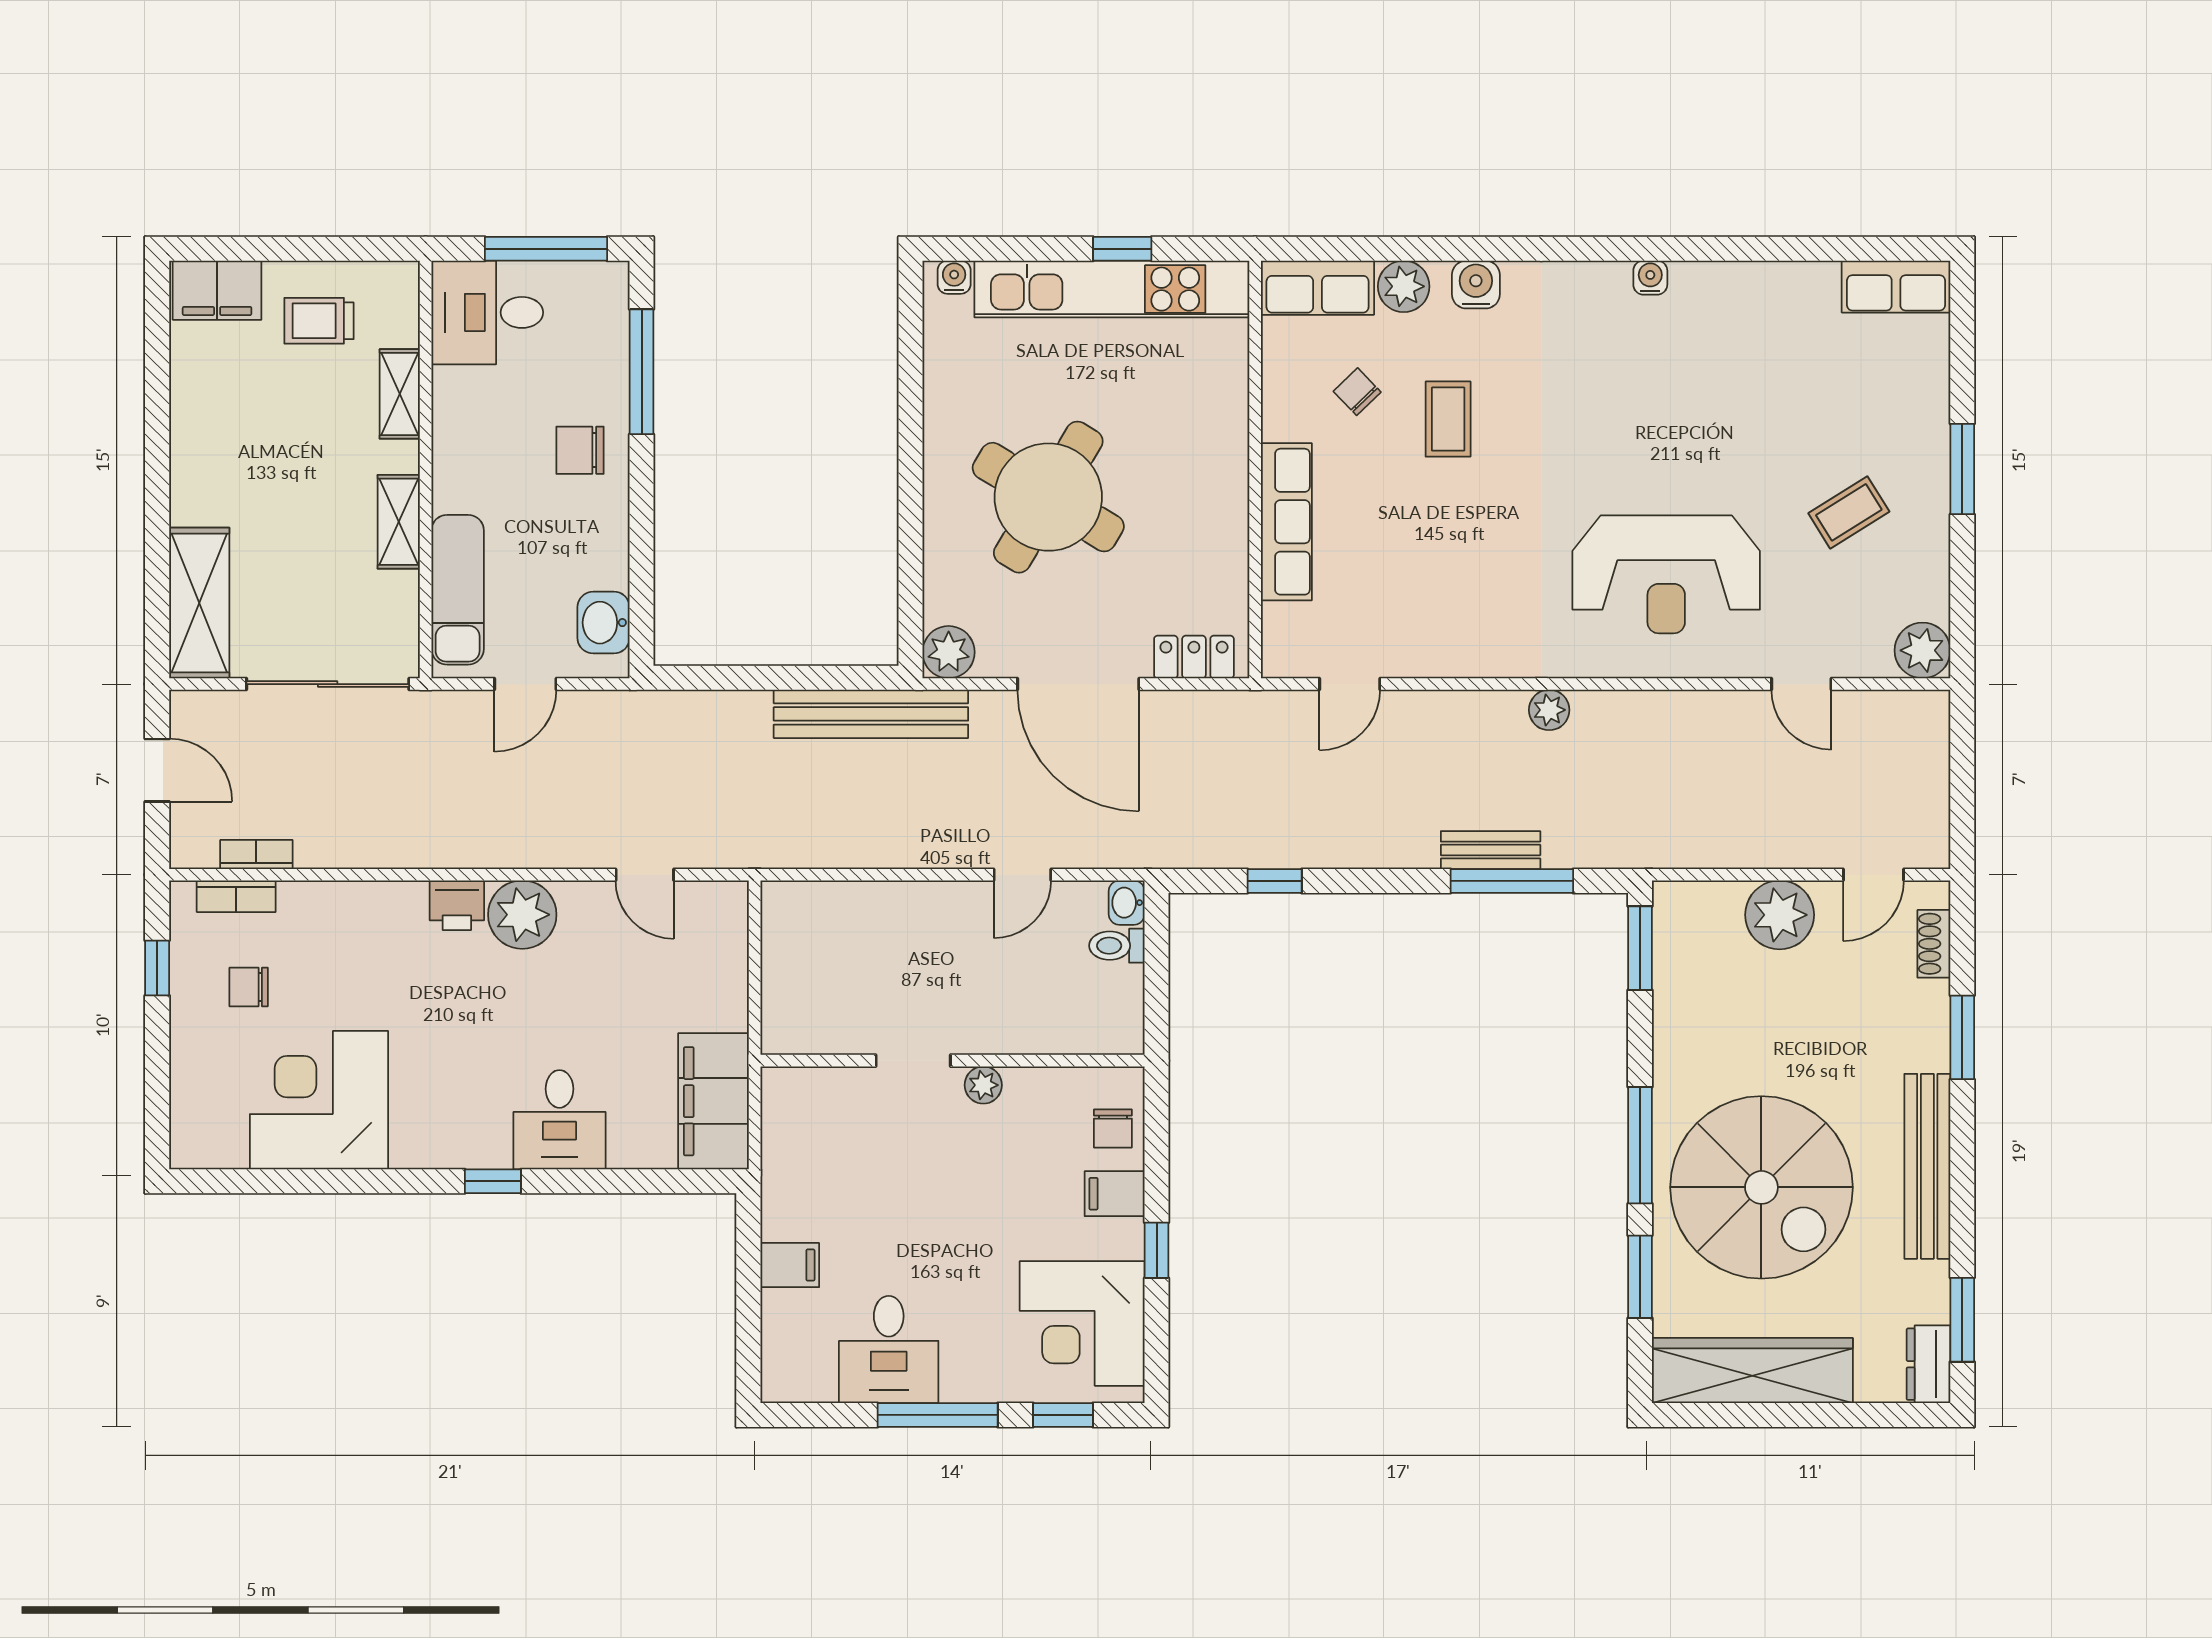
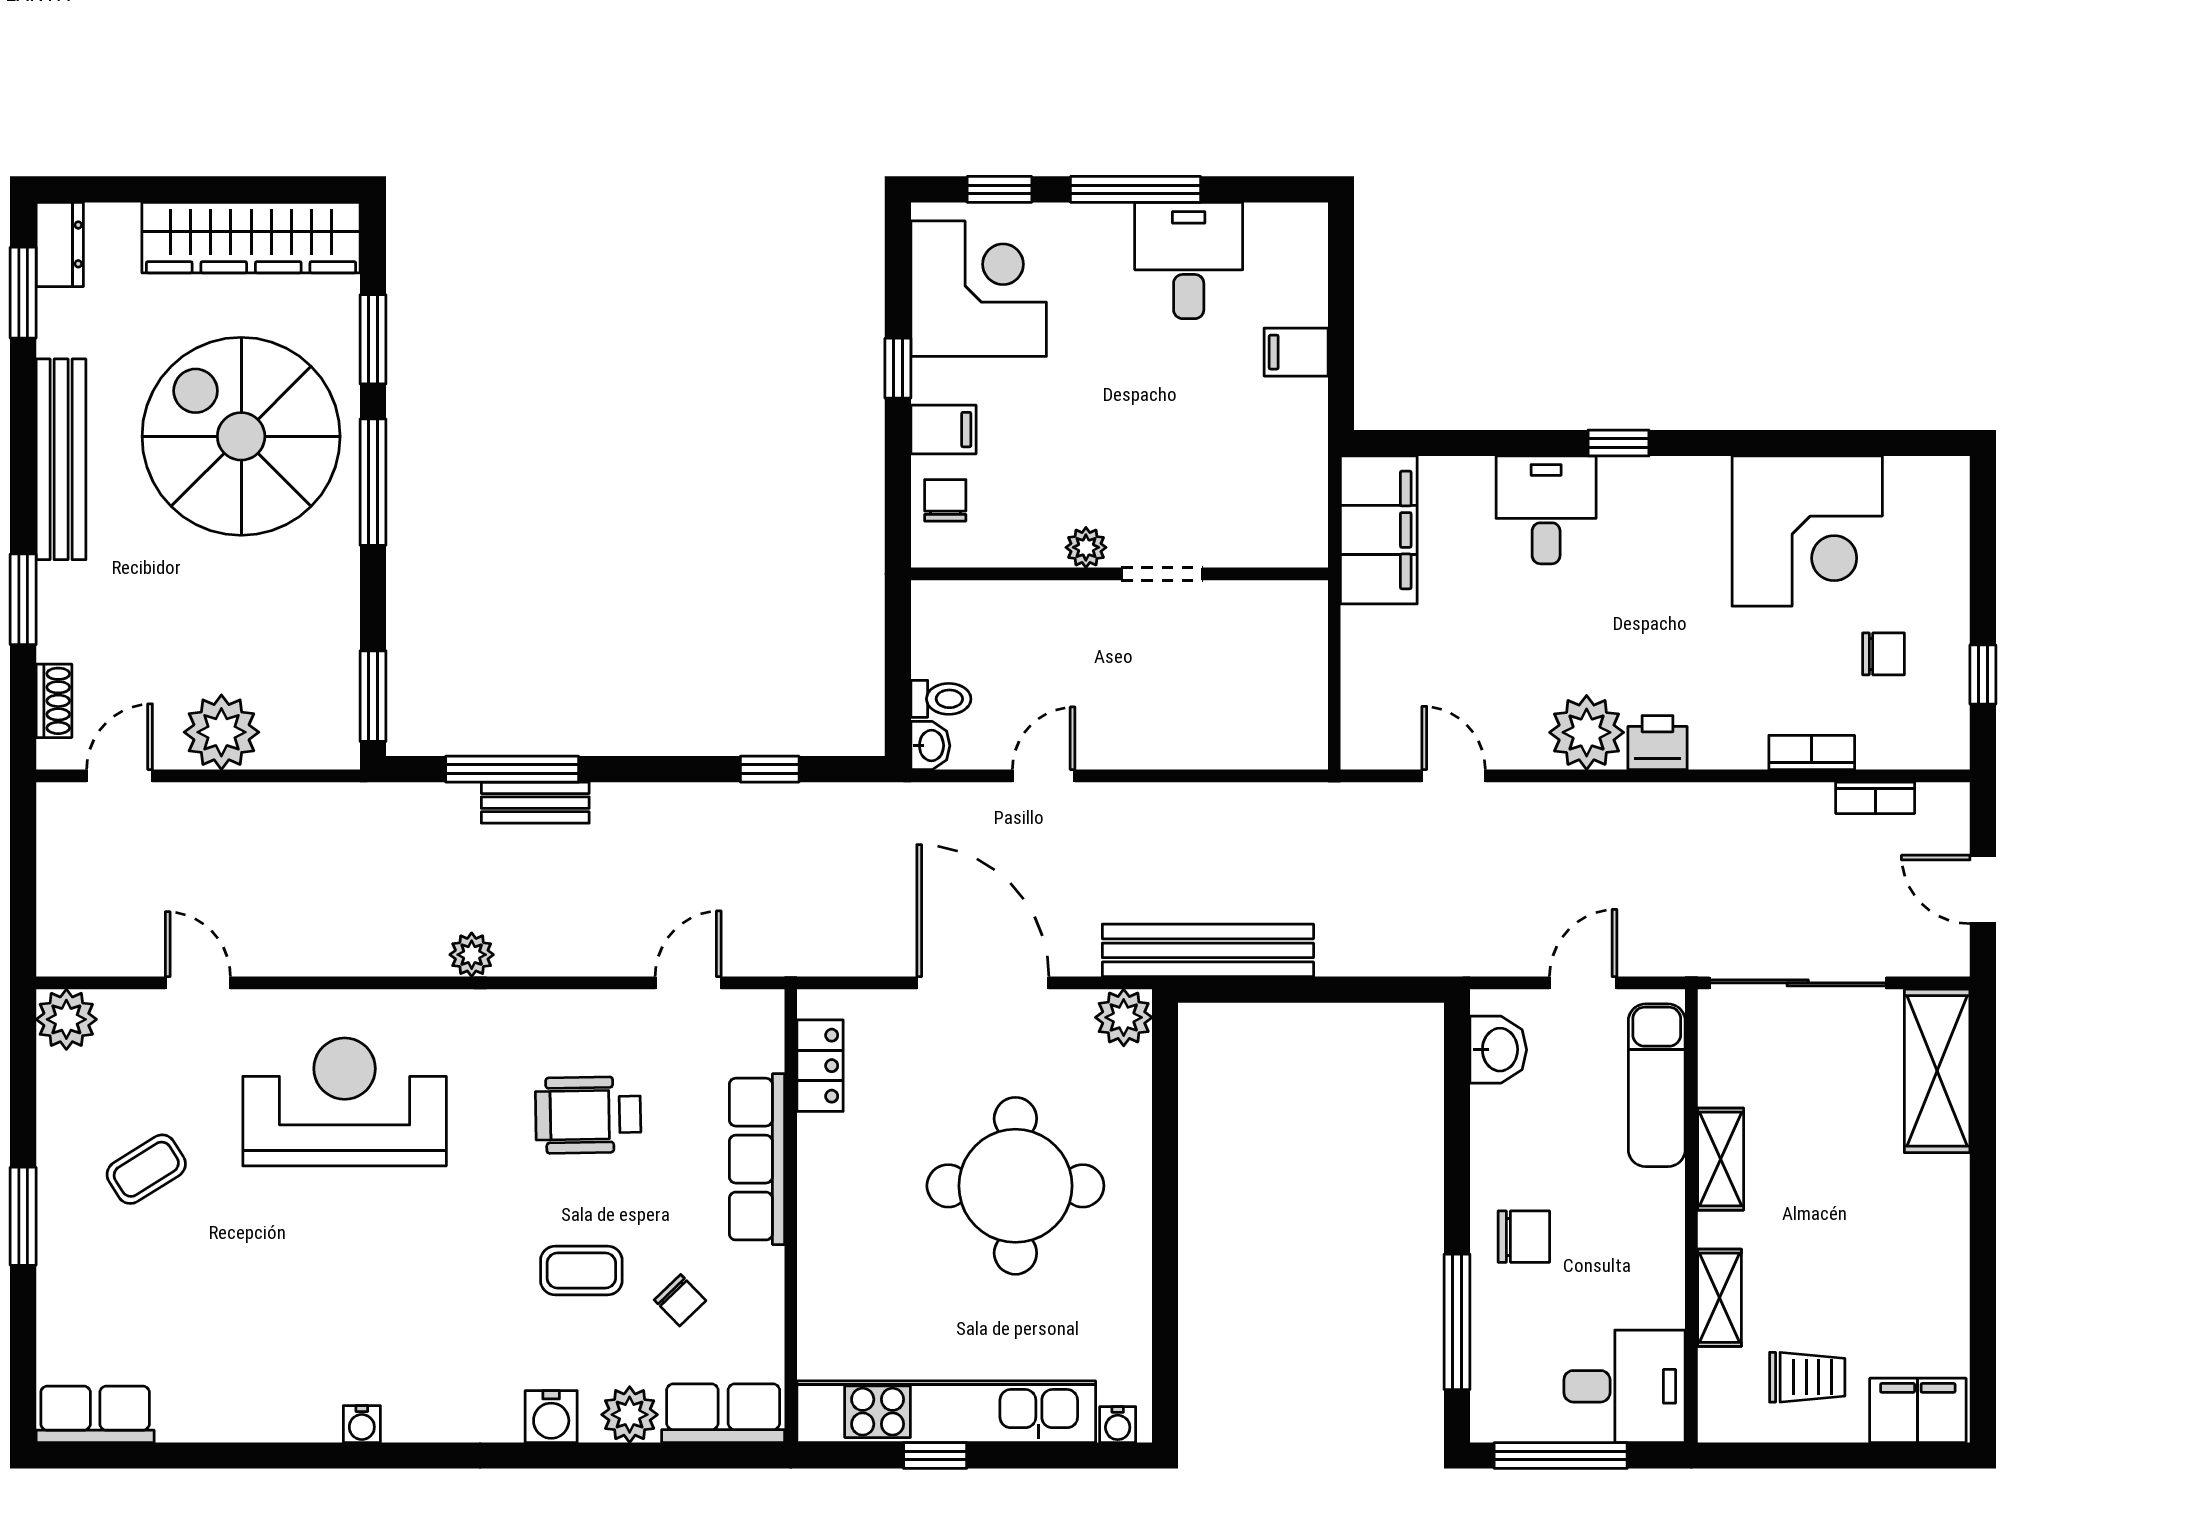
coffee table: (1448, 419) -> (581, 1270), turned 90
round table: (1048, 497) -> (1015, 1186), turned -31
wheelchair: (1442, 562) -> (588, 1115), added
locker: (1194, 657) -> (820, 1066), moved, turned -90
bookcase: (236, 896) -> (1812, 752), moved

